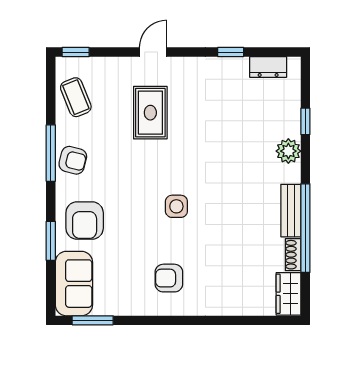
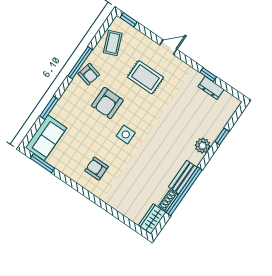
dresser: (268, 67) -> (211, 88), moved
rug: (150, 113) -> (145, 77), turned 90
armchair: (85, 220) -> (107, 103), moved

